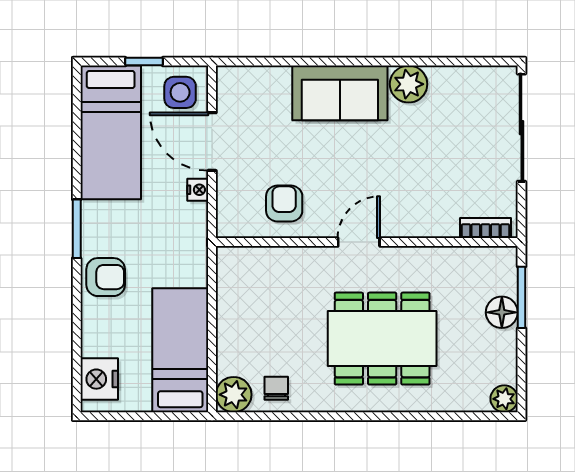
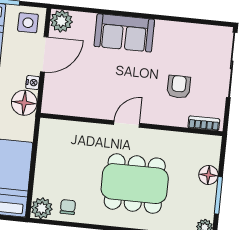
plant: (409, 84) -> (61, 21), moved
door: (212, 142) -> (44, 54), swing flipped
armchair: (284, 203) -> (179, 87), moved
floor lamp: (187, 224) -> (24, 103), added
window: (521, 297) -> (218, 195), moved

